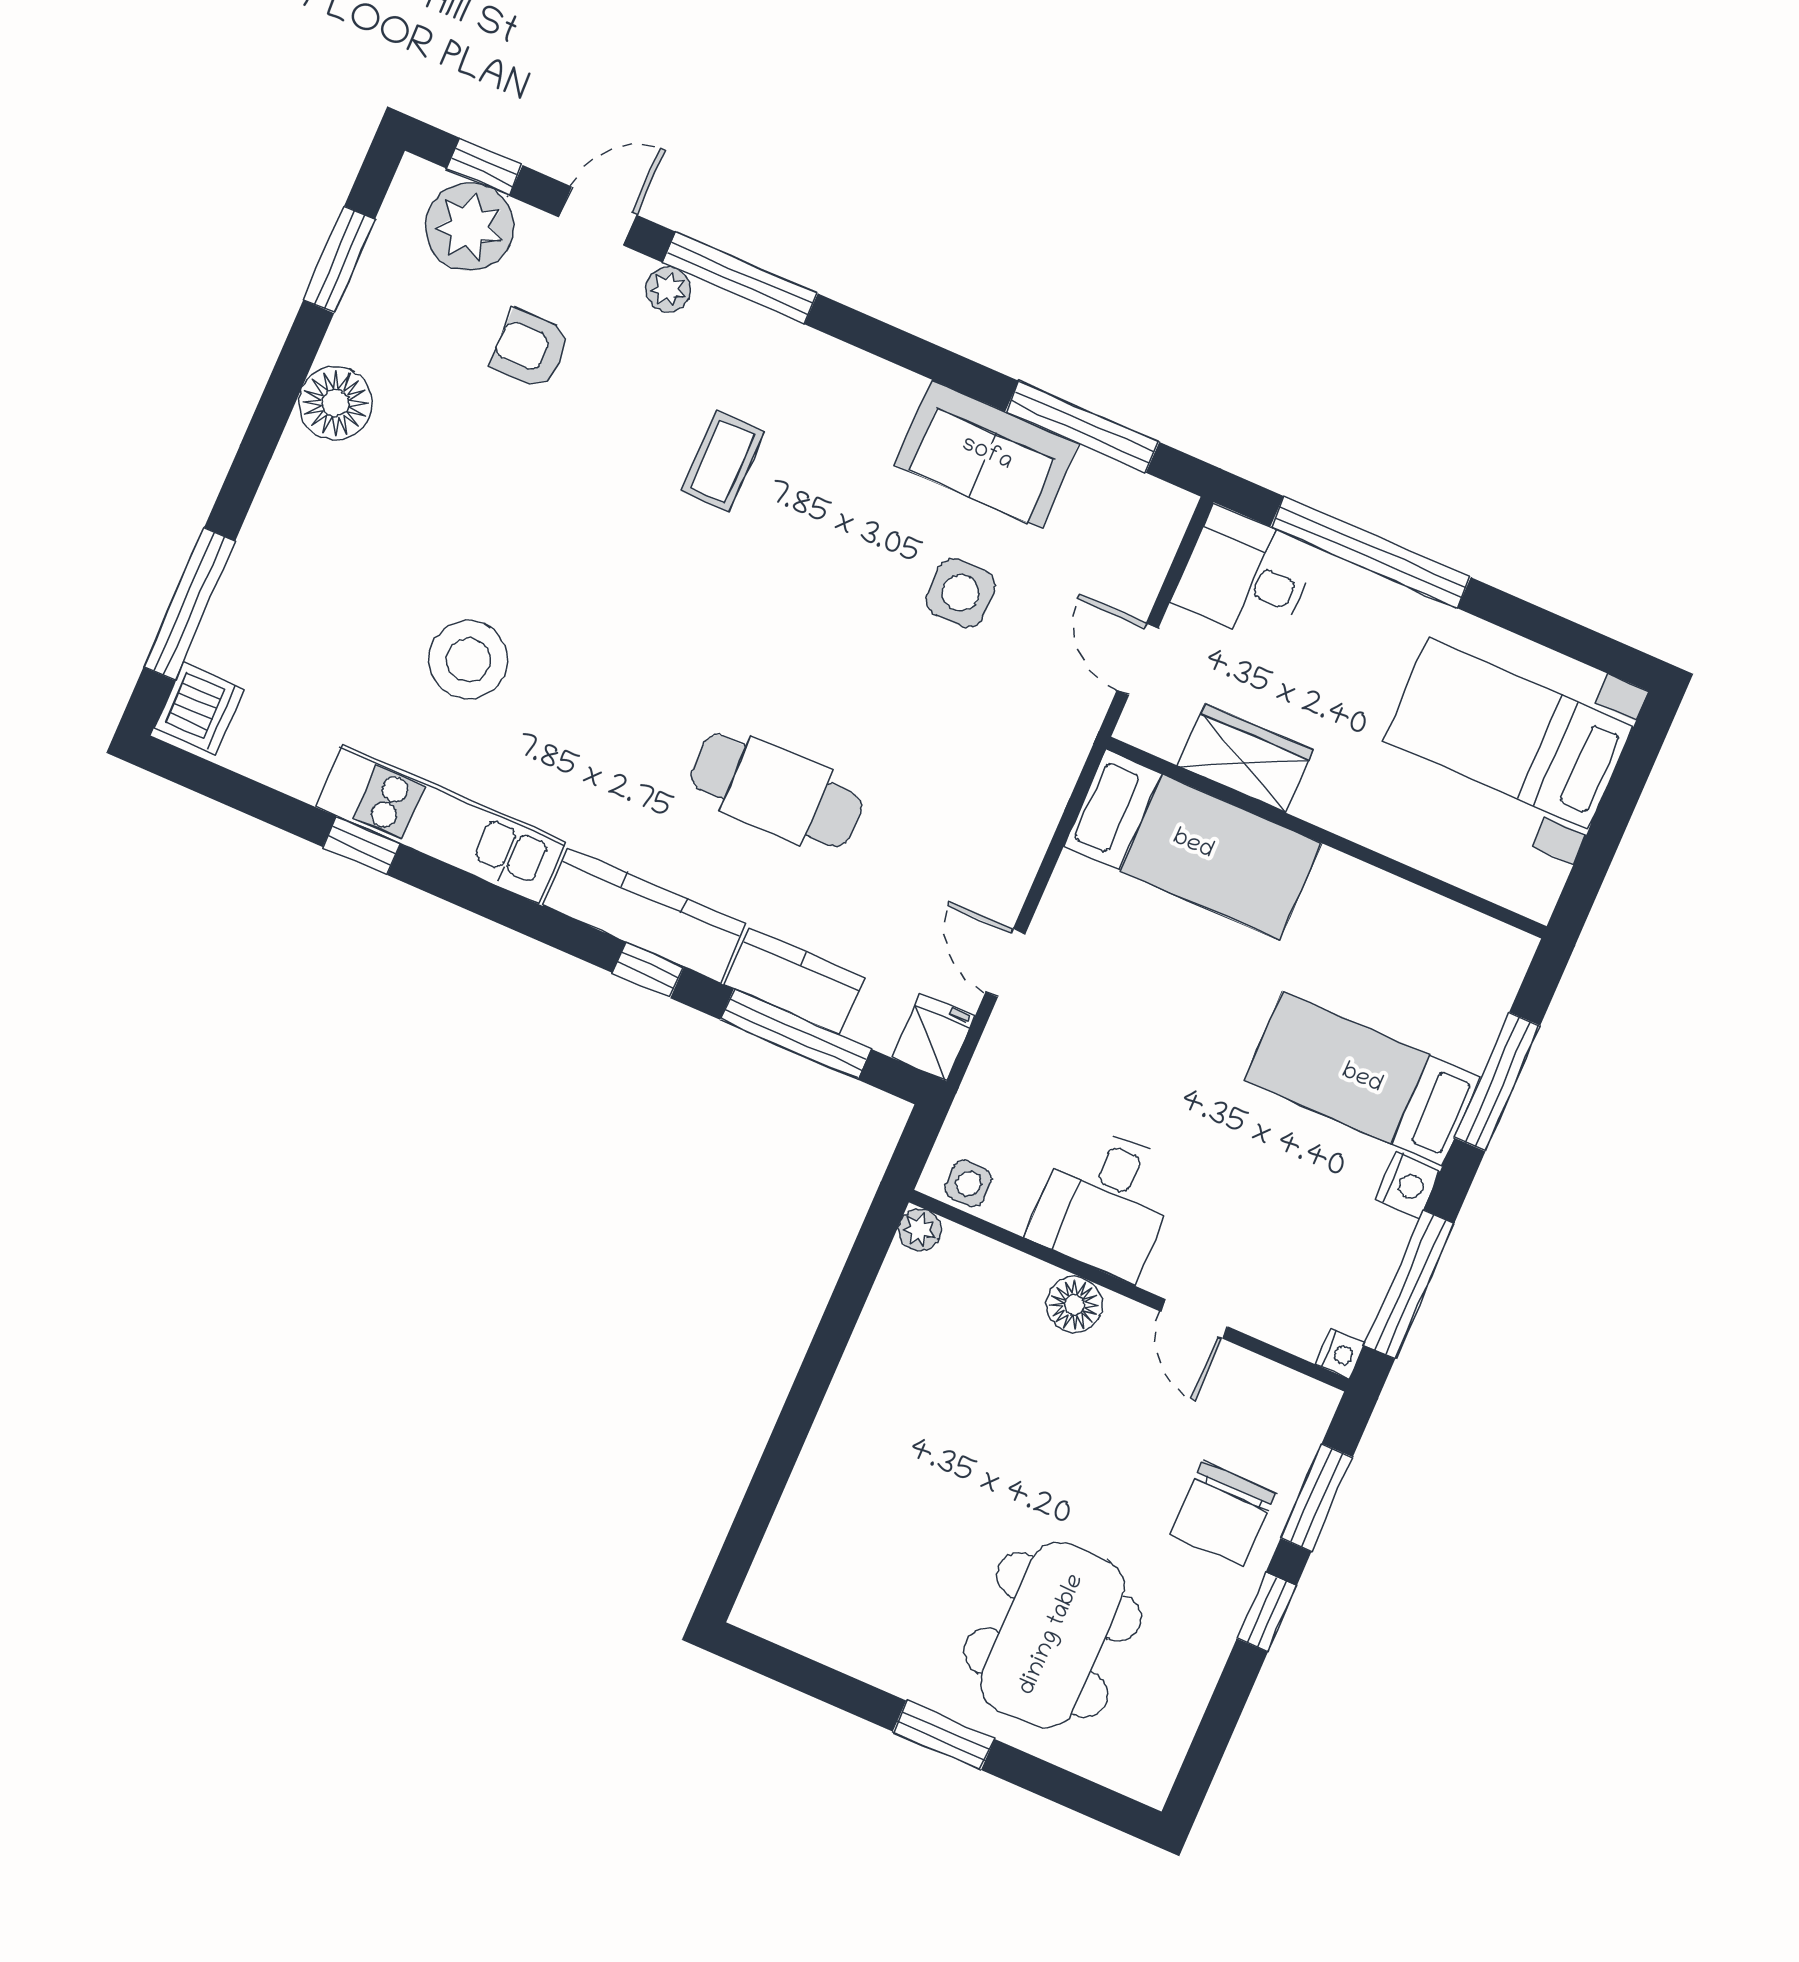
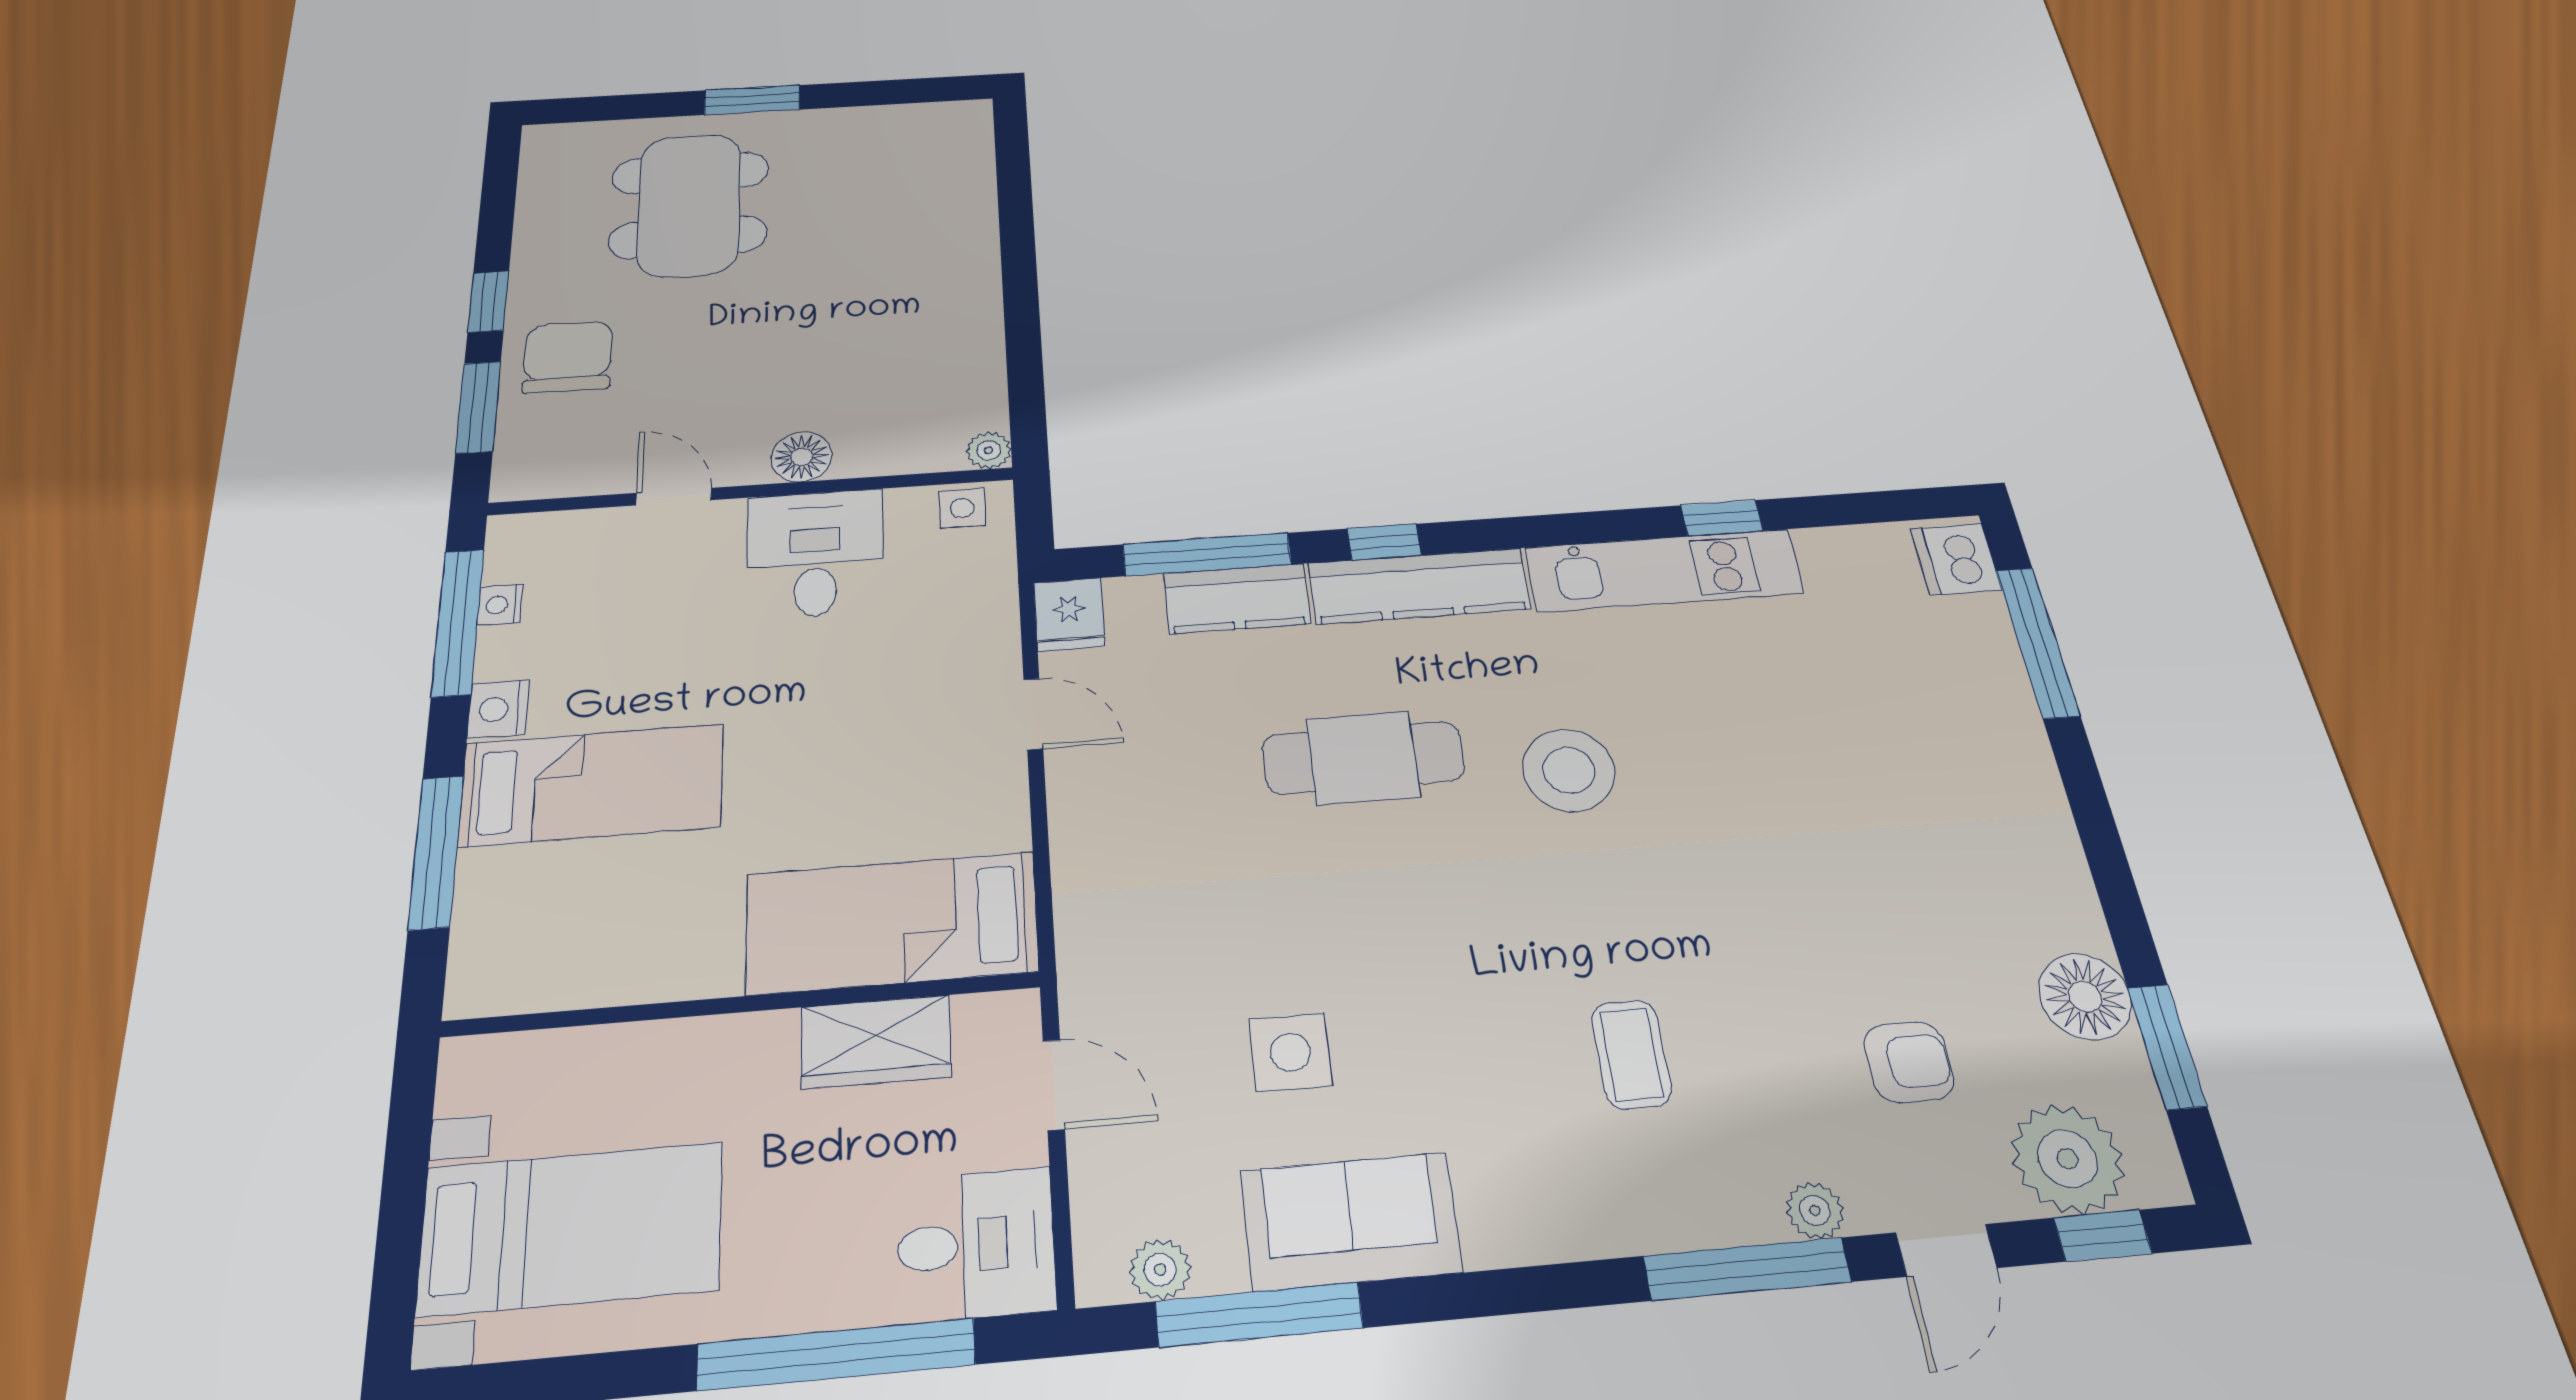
floor lamp: (335, 403) -> (2085, 997), moved
plant: (1132, 492) -> (1160, 1269), added
stool: (468, 660) -> (1569, 770), moved
nightstand: (1340, 1354) -> (500, 605), moved

